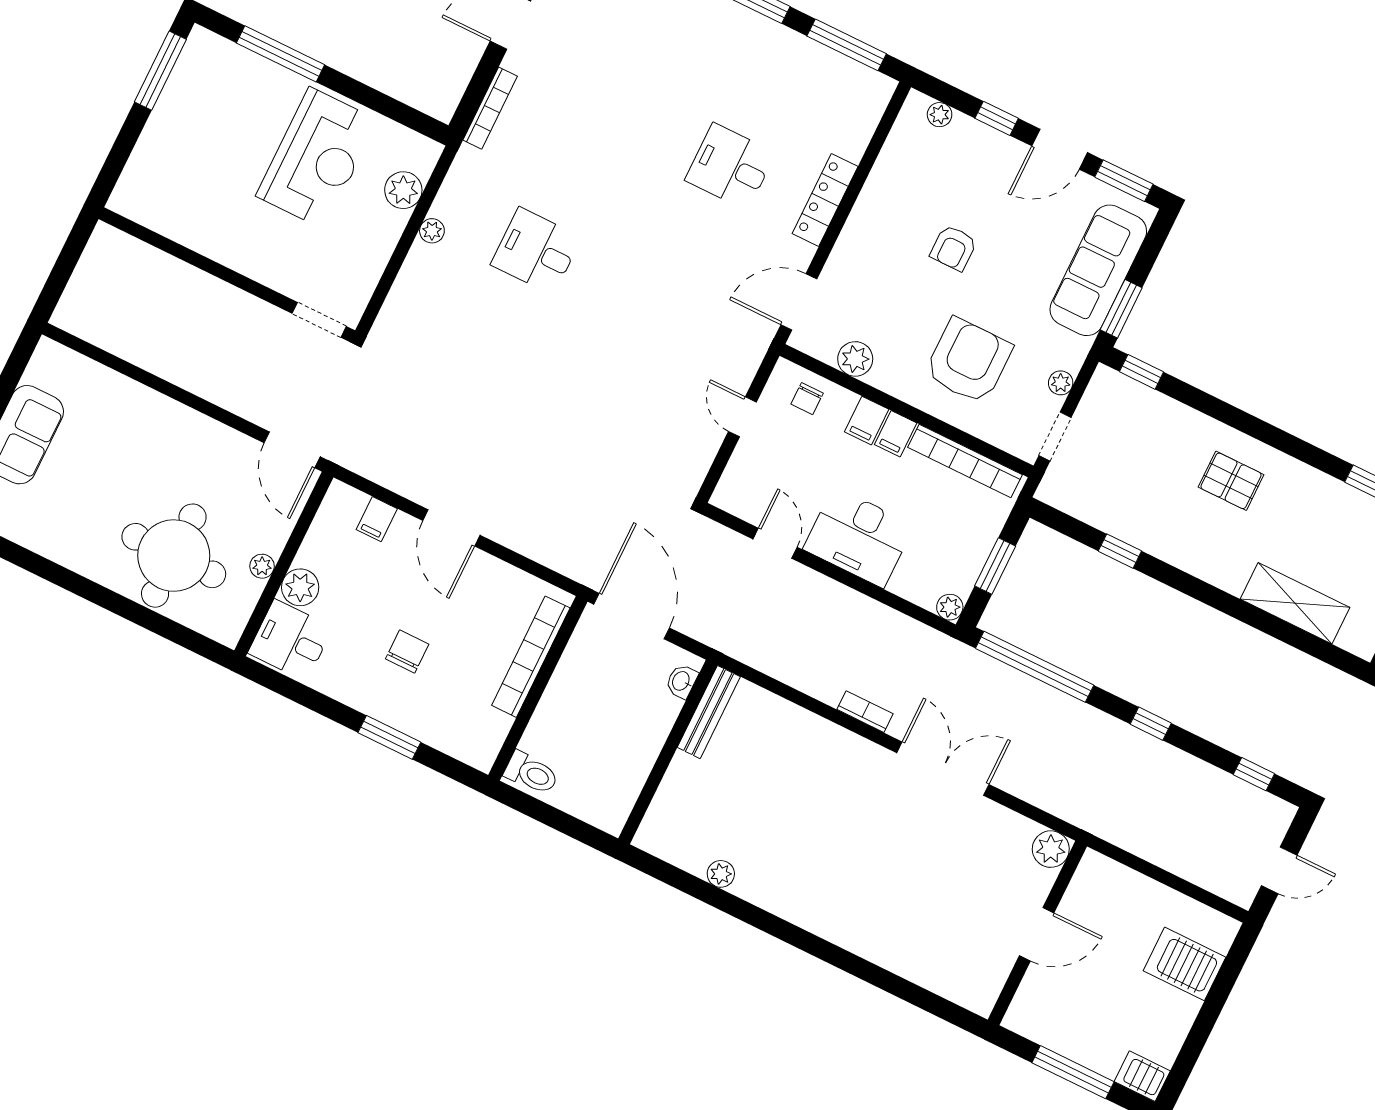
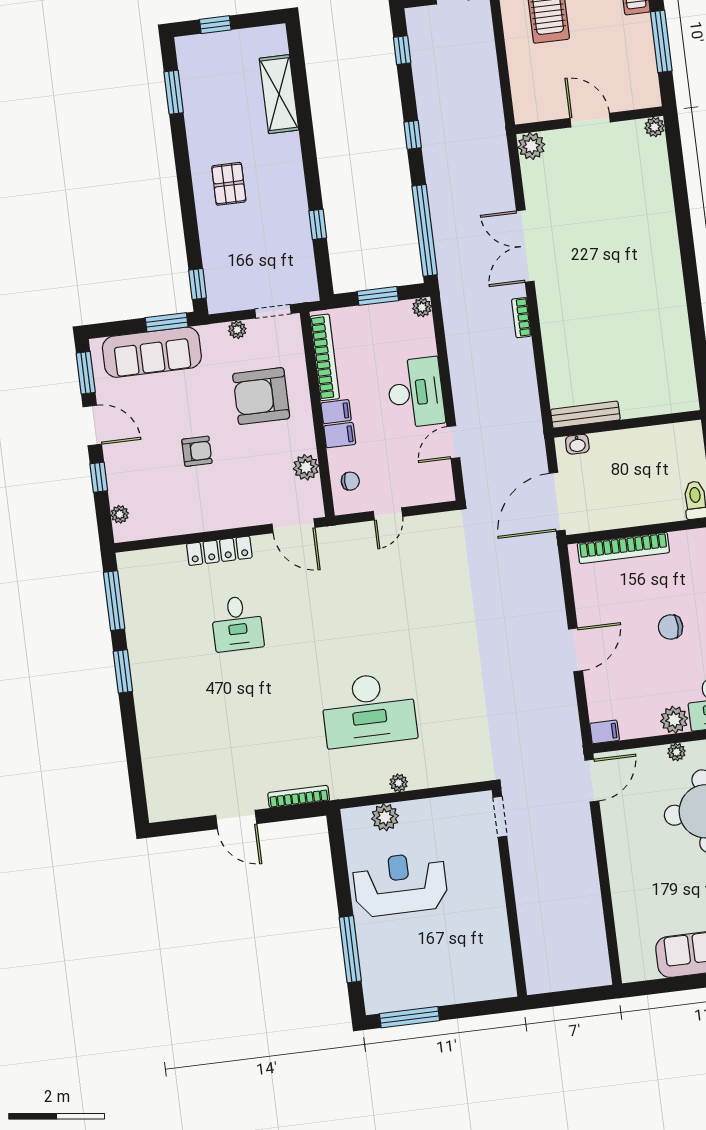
desk: (536, 251) -> (369, 710), width x1.87, depth x1.30
filing cabinet: (377, 519) -> (605, 732), moved
plant: (721, 874) -> (655, 127), moved

